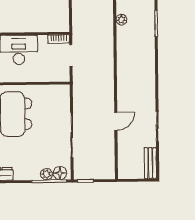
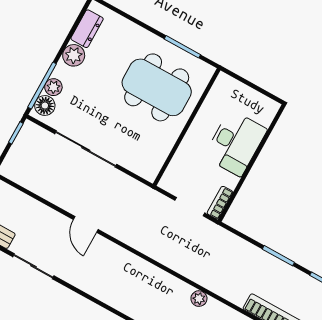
door: (116, 121) -> (86, 224), moved
plant: (21, 173) -> (74, 55), added

